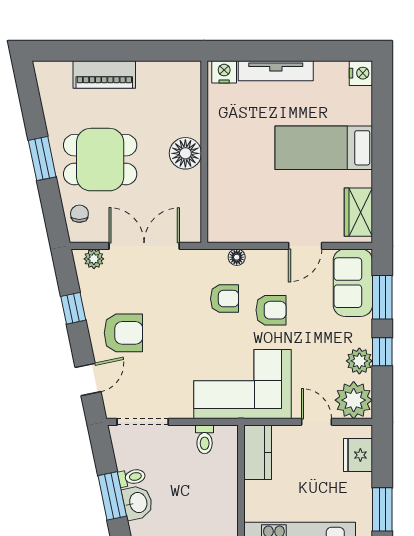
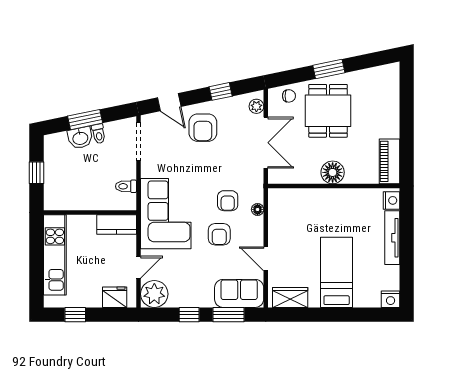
piano: (104, 74) -> (390, 161), moved
plant: (359, 361) -> (183, 298), removed
window: (382, 509) -> (75, 315), width x0.67

